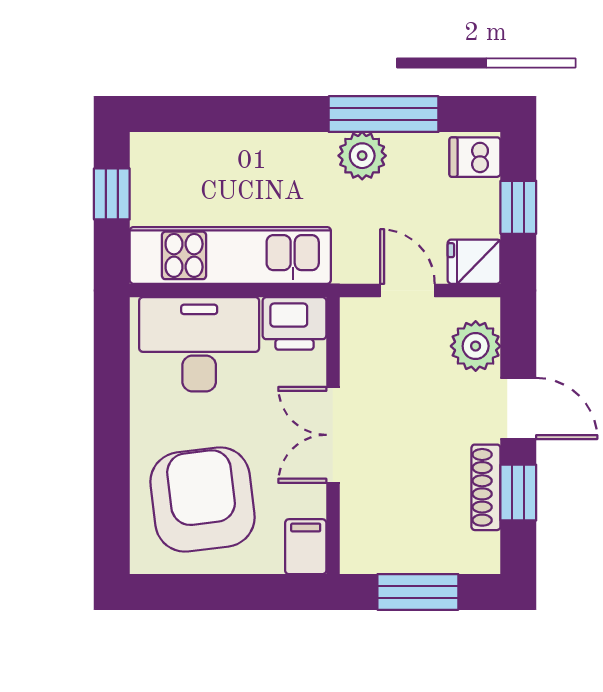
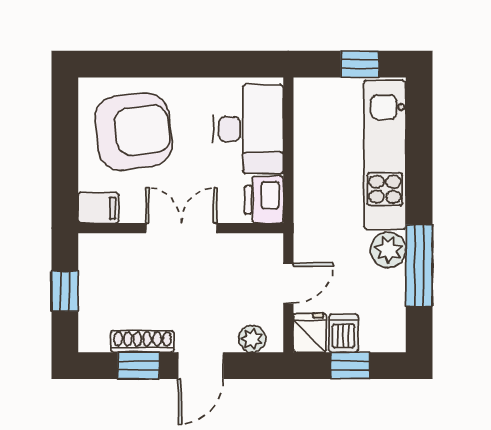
dishwasher: (475, 157) -> (343, 333), moved
kitchen unit: (230, 255) -> (385, 155), moved, turned 180
plant: (476, 346) -> (252, 339), width x0.73, depth x0.73
window: (418, 592) -> (65, 291), width x0.67

